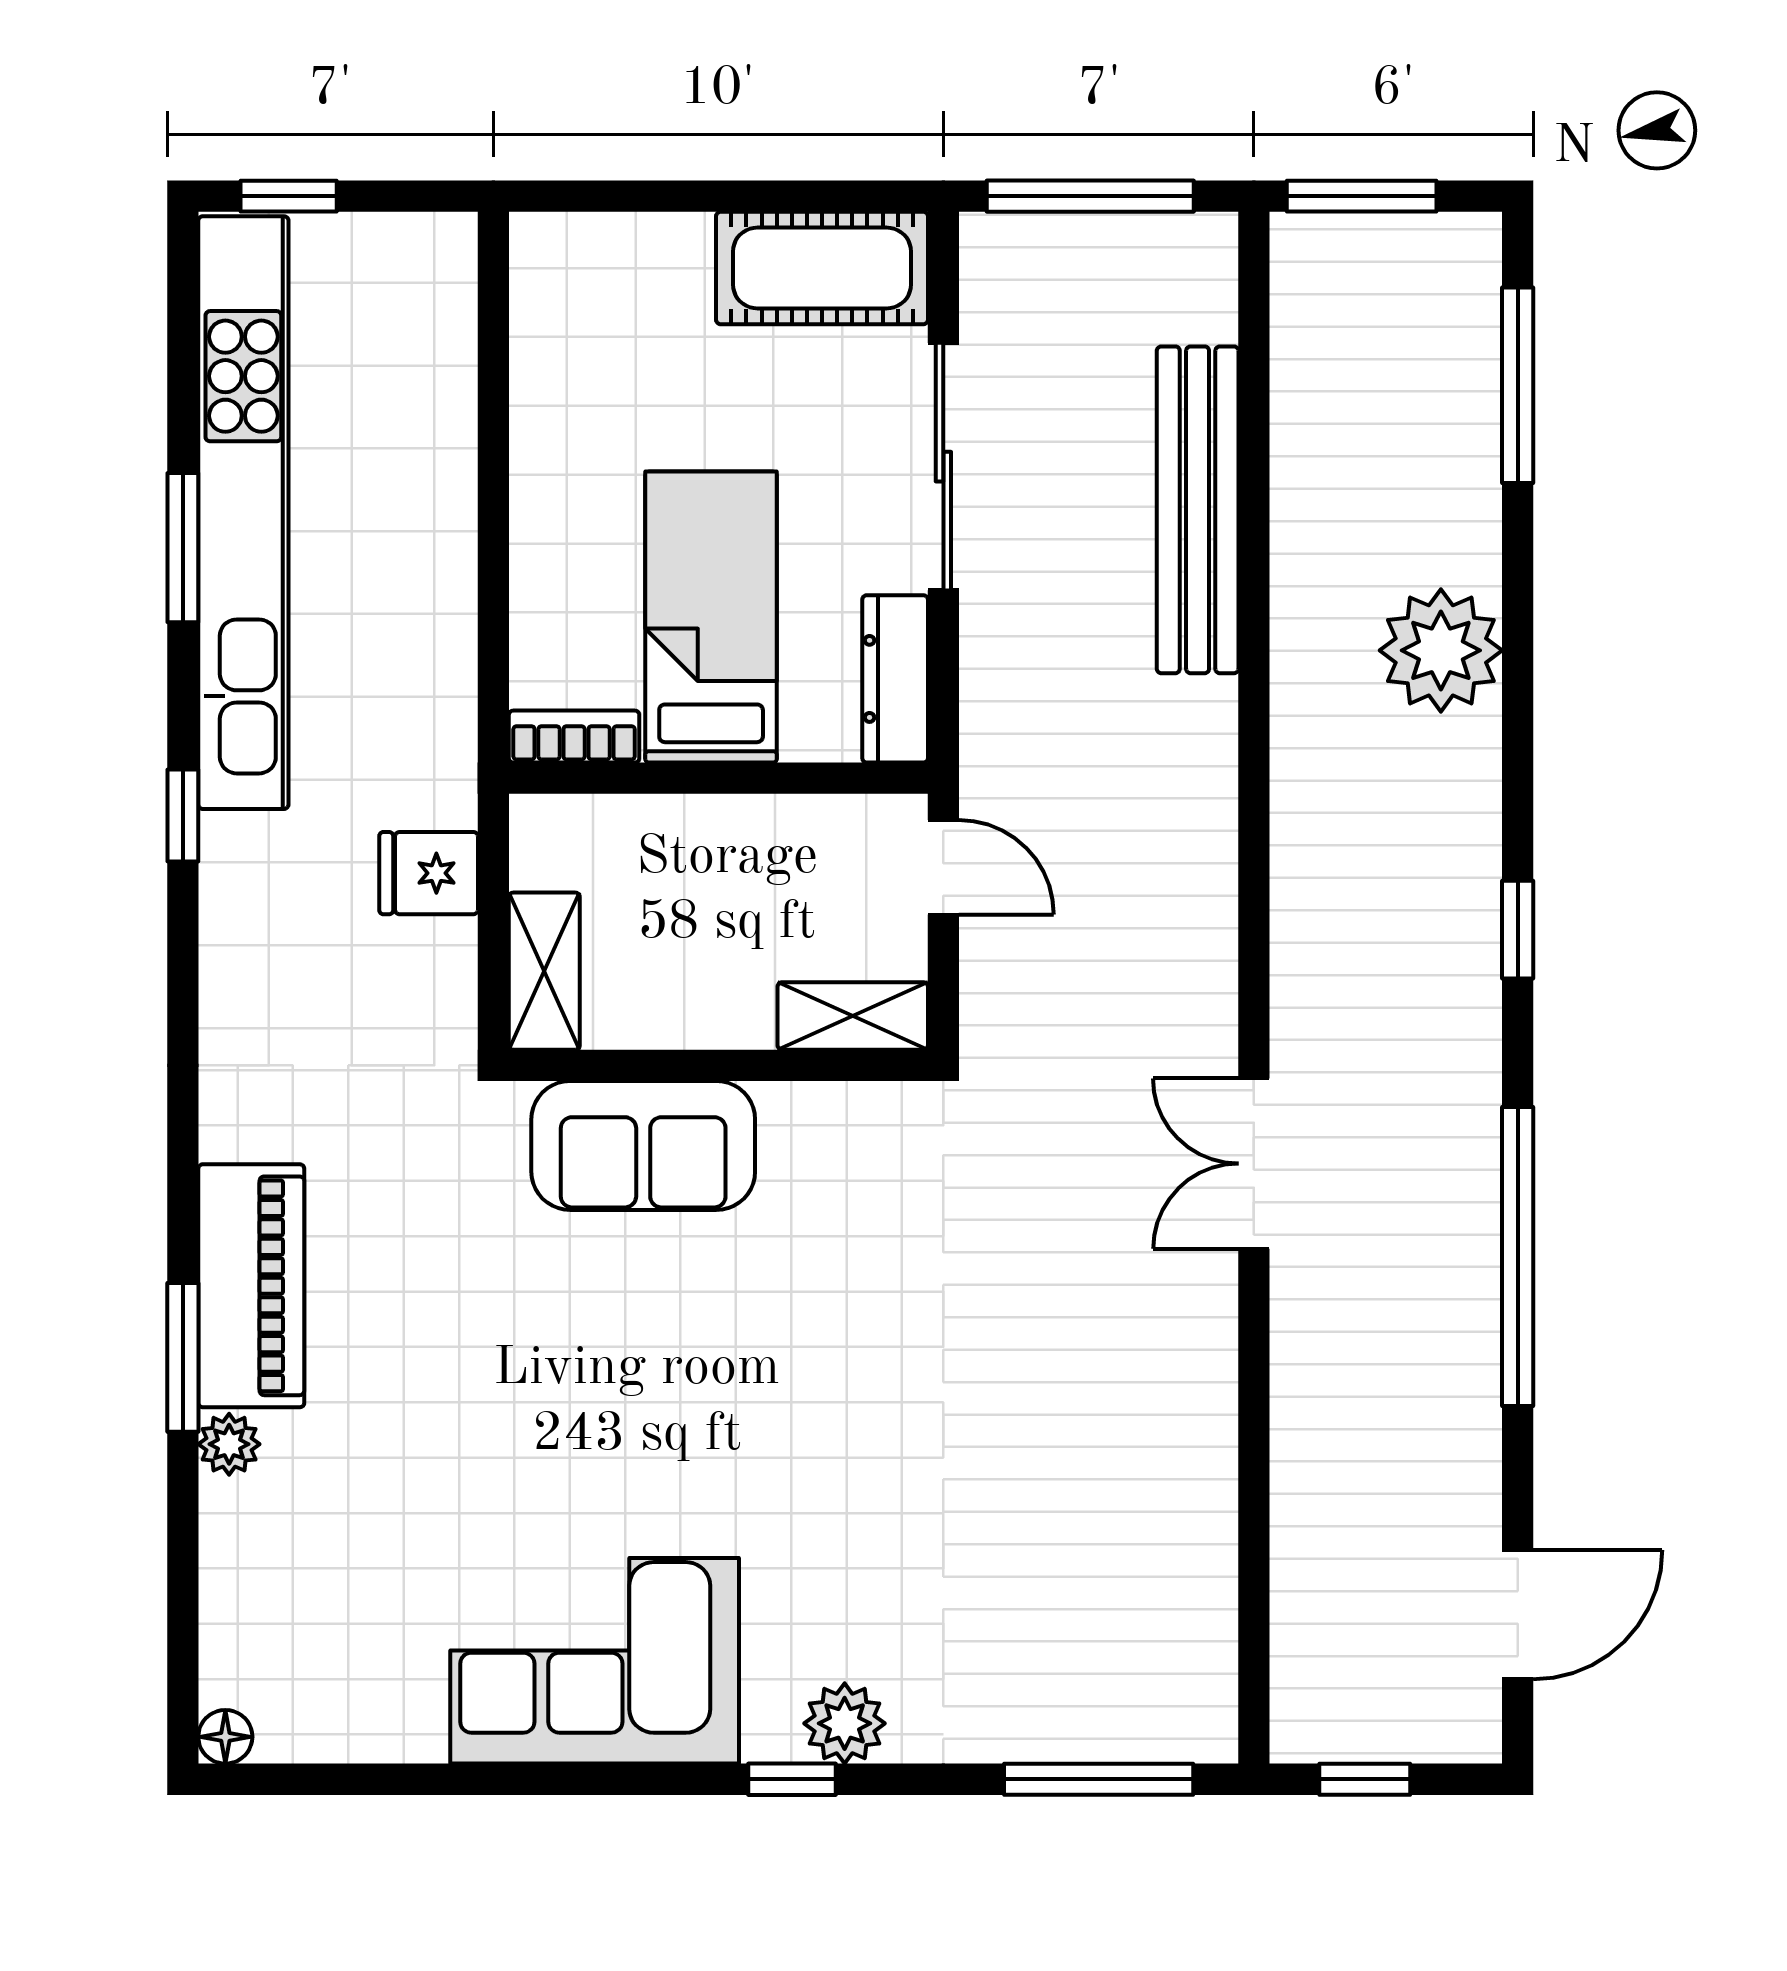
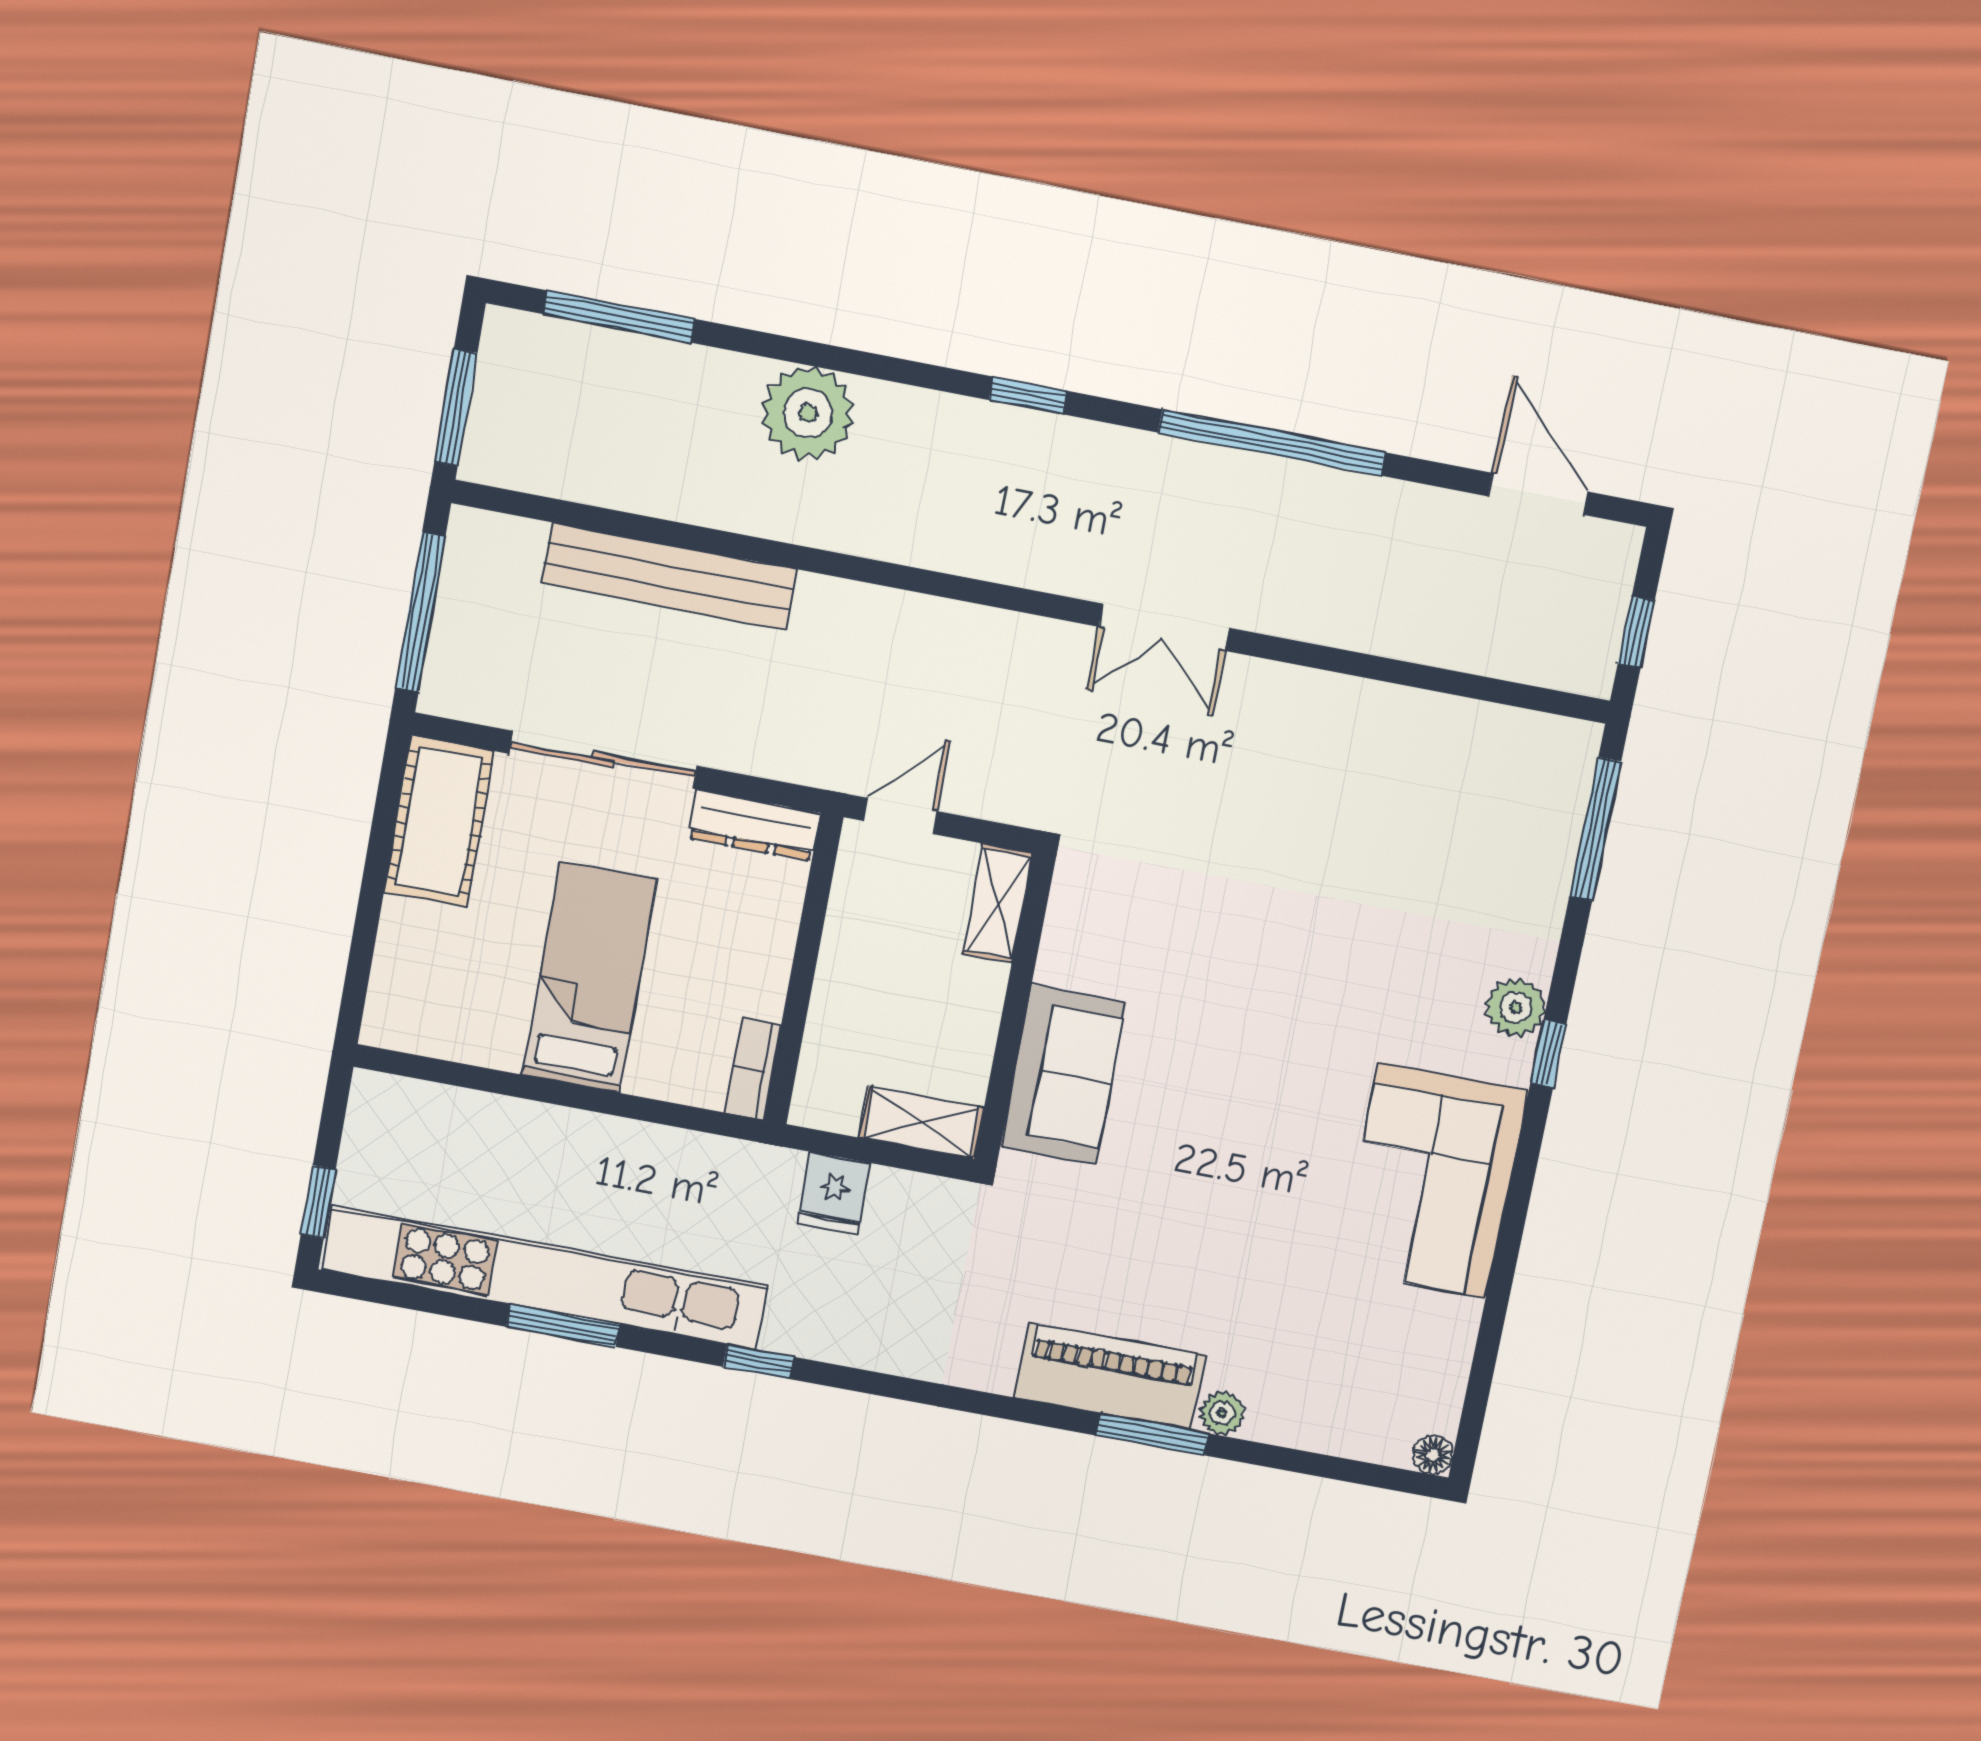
bed: (711, 617) -> (590, 977), moved, turned 90

